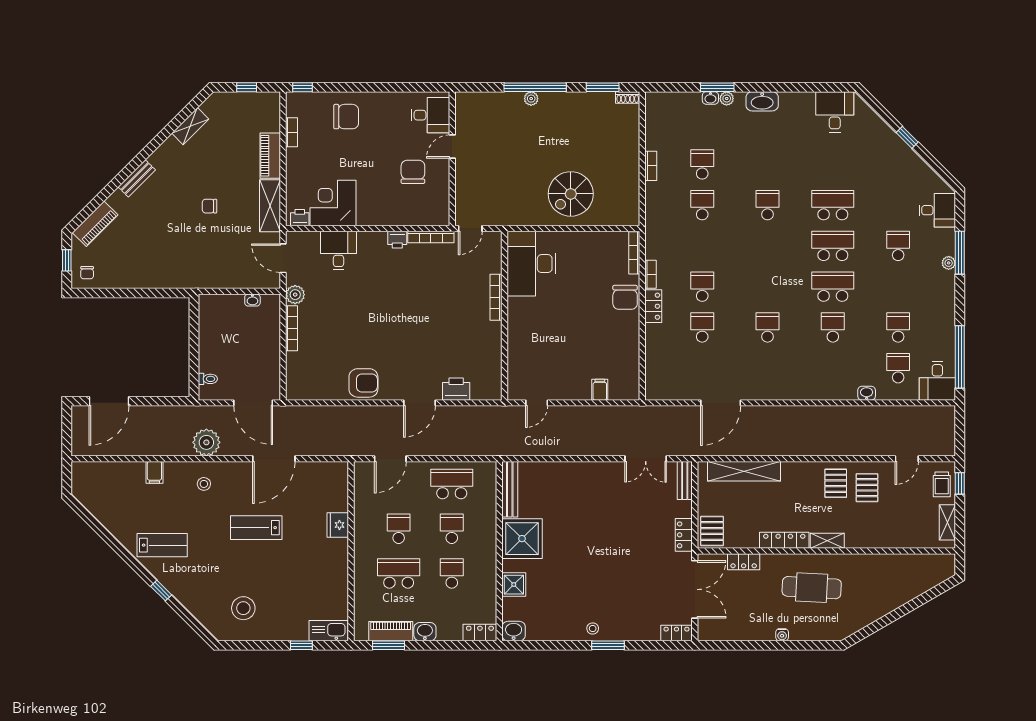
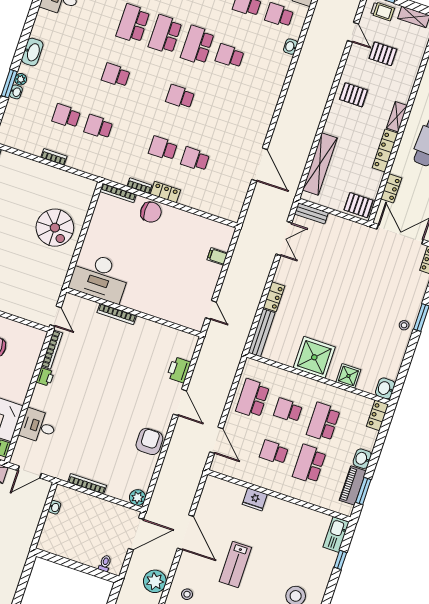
plant: (295, 295) -> (138, 497), moved
school desk: (768, 327) -> (180, 97), moved
pallet: (867, 488) -> (383, 54), moved
bench: (510, 489) -> (261, 333), moved, turned 90
locker: (684, 535) -> (274, 297), moved, turned -90
school desk: (452, 573) -> (323, 422), width x1.85

